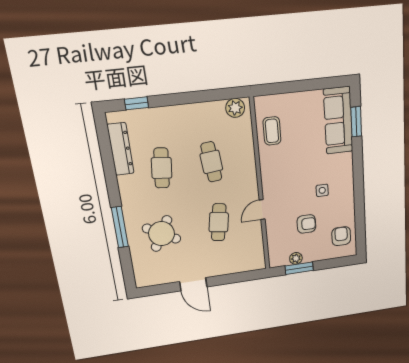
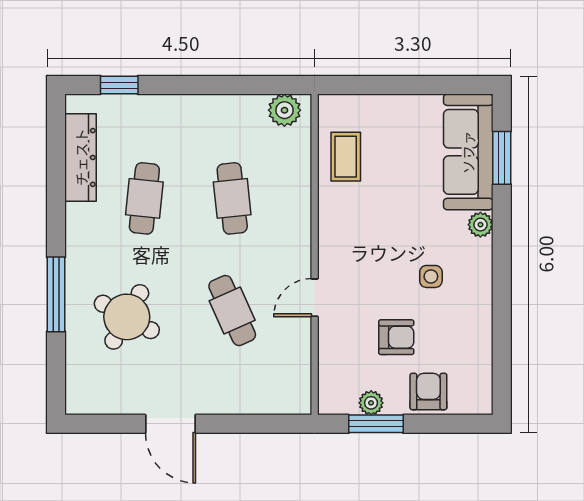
plant: (347, 160) -> (480, 225), added
cafe table: (219, 222) -> (232, 310), turned -33
armchair: (341, 236) -> (428, 391), moved

